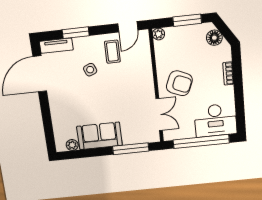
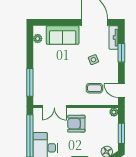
coffee table: (112, 52) -> (94, 88), moved
armchair: (179, 83) -> (76, 124), turned 67
sofa: (99, 136) -> (63, 35), moved, turned 90

